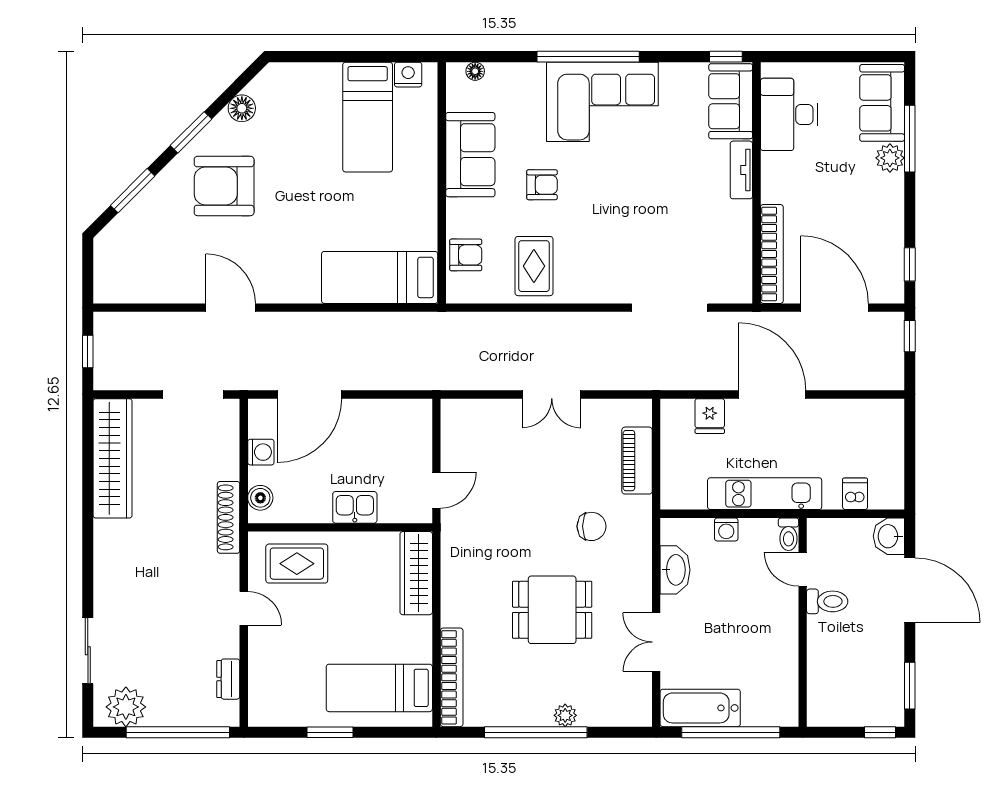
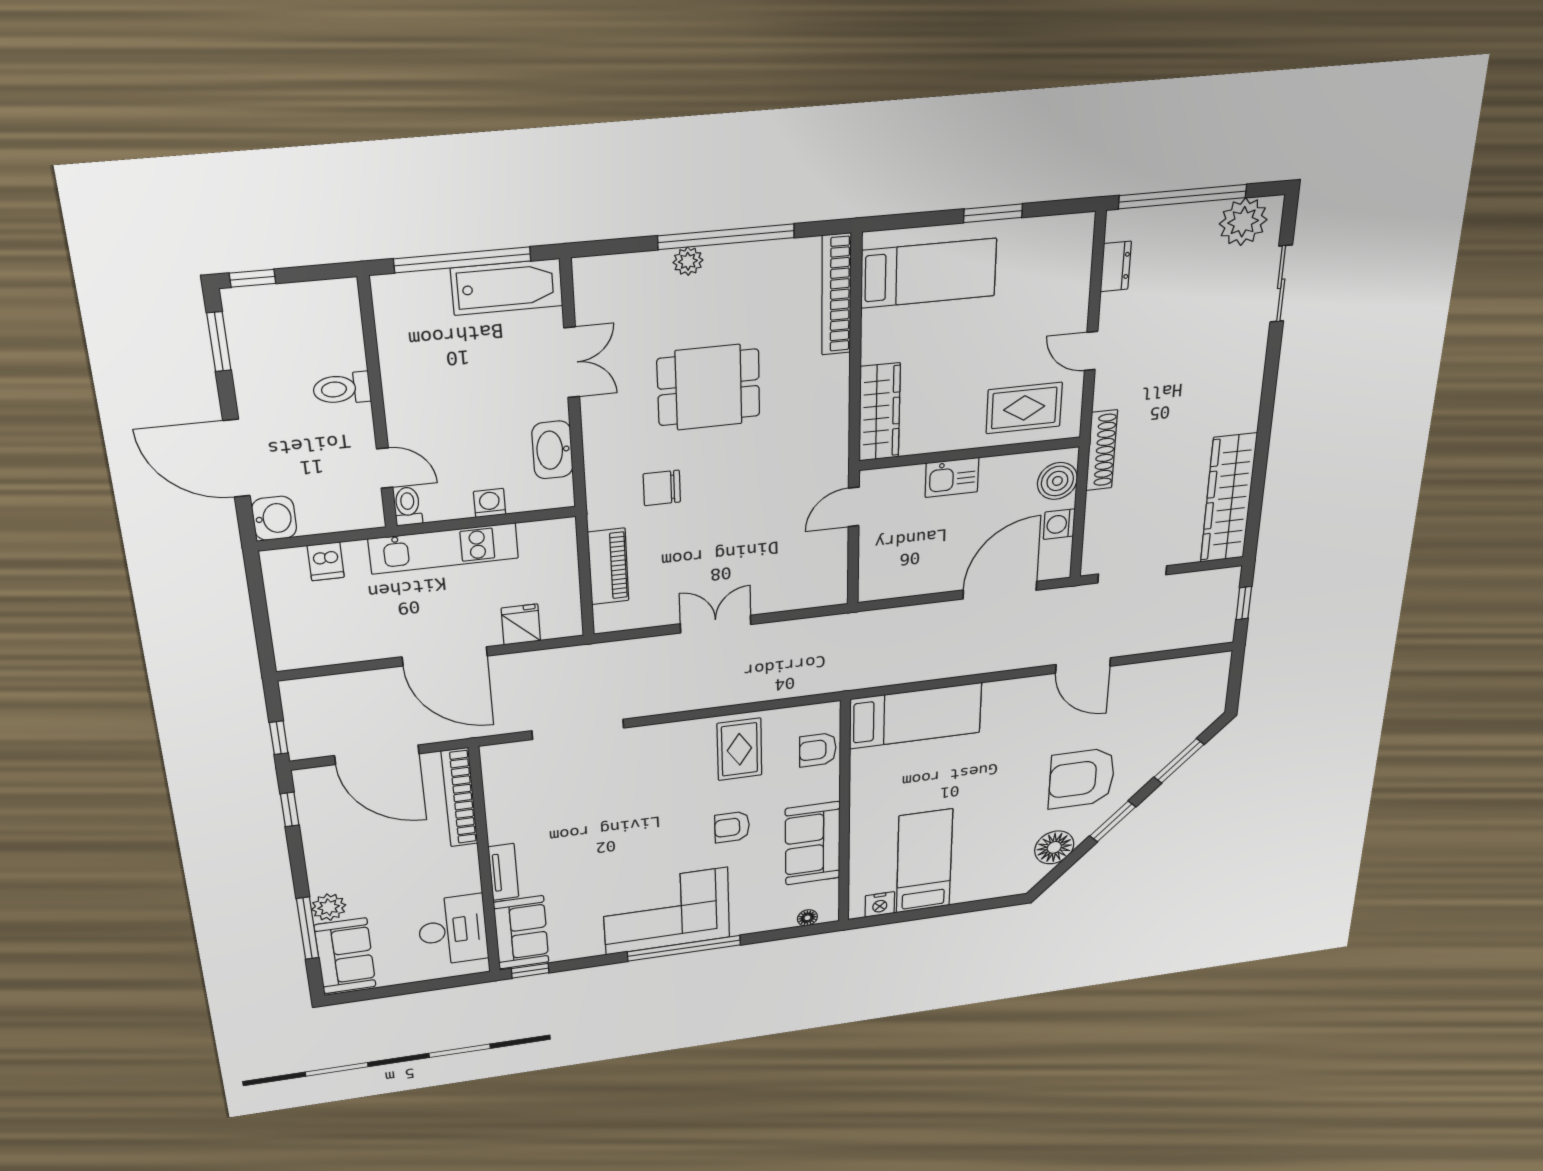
floor lamp: (242, 108) -> (1054, 847), width x1.38, depth x1.38
armchair: (224, 186) -> (1082, 778), turned 180
boiler: (260, 498) -> (1057, 481), width x1.36, depth x1.36
toilet: (827, 601) -> (342, 389), moved

